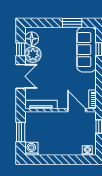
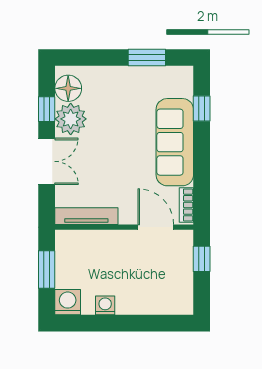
sofa: (87, 50) -> (175, 142), moved
washing machine: (87, 150) -> (105, 305), moved

